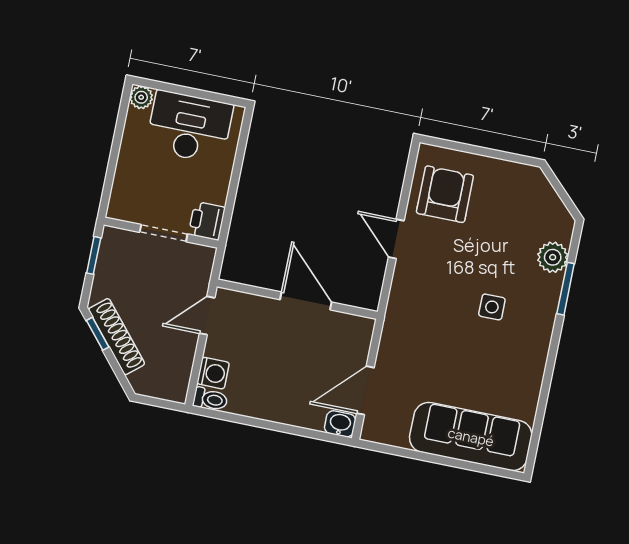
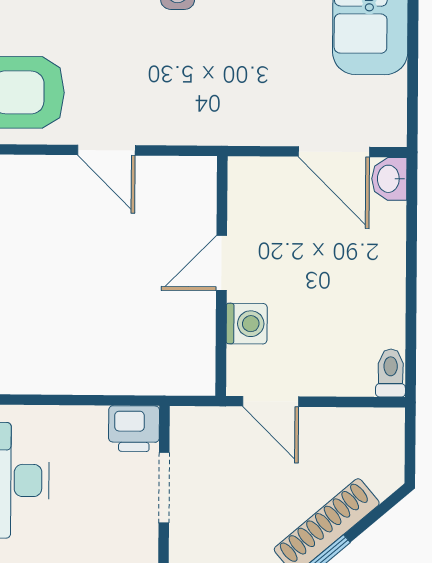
door: (396, 239) -> (106, 150), hinge flipped
door: (306, 301) -> (222, 263), width x0.73
washing machine: (213, 373) -> (247, 324), moved, turned 90

